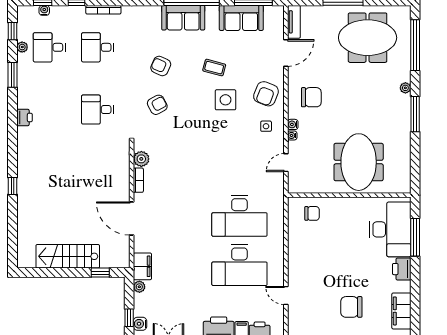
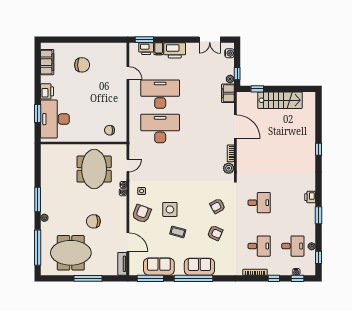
door: (286, 53) -> (128, 242), swing flipped
window: (12, 75) -> (319, 215), moved
chair: (311, 97) -> (93, 221), moved
meeting table: (359, 162) -> (94, 169), moved
window: (415, 237) -> (38, 114), width x0.69
window: (129, 318) -> (237, 74), moved

